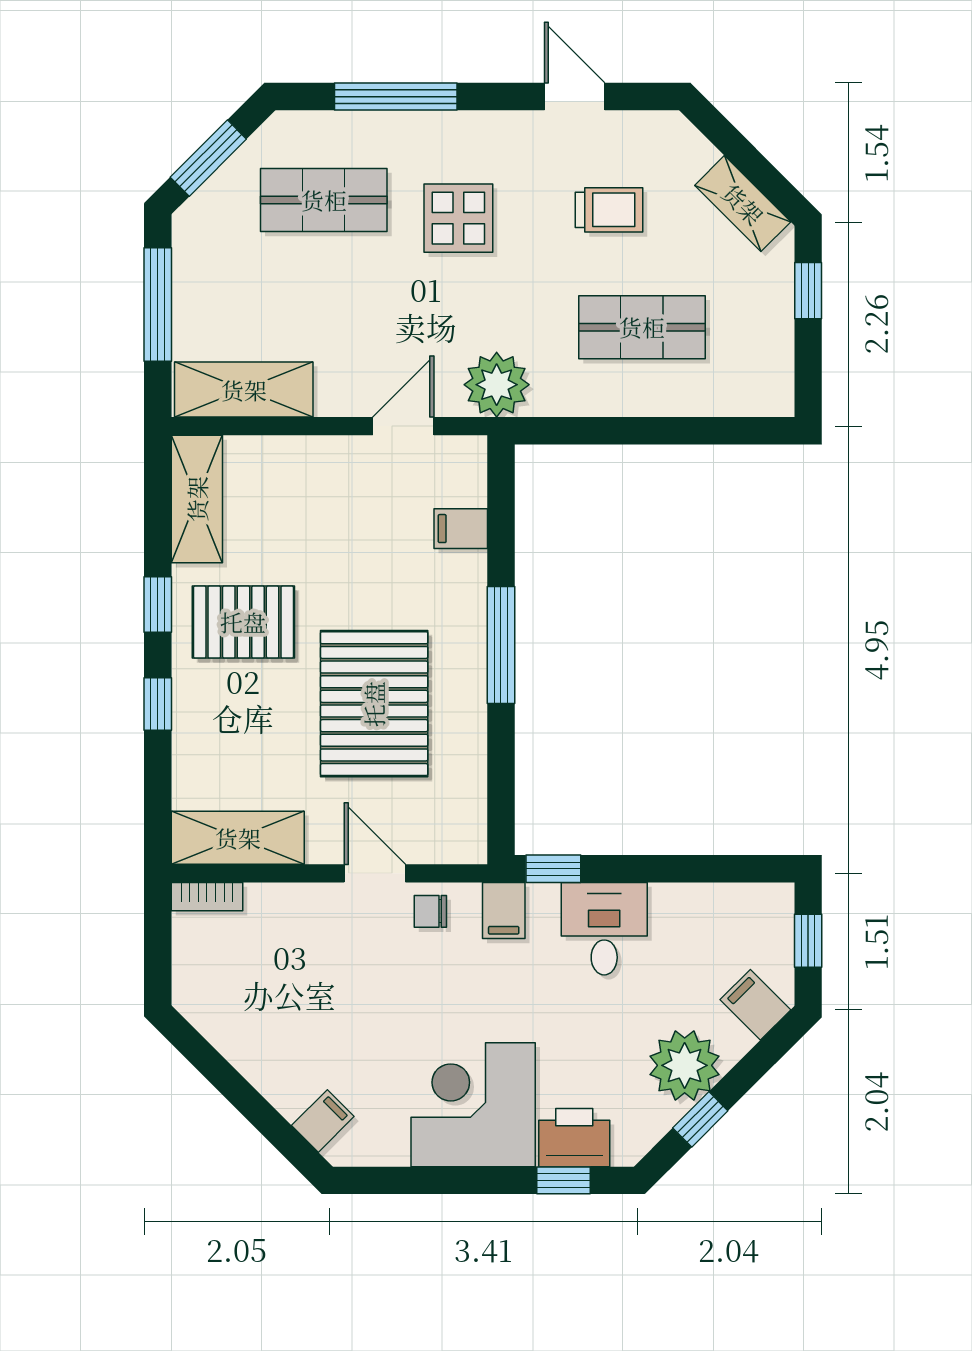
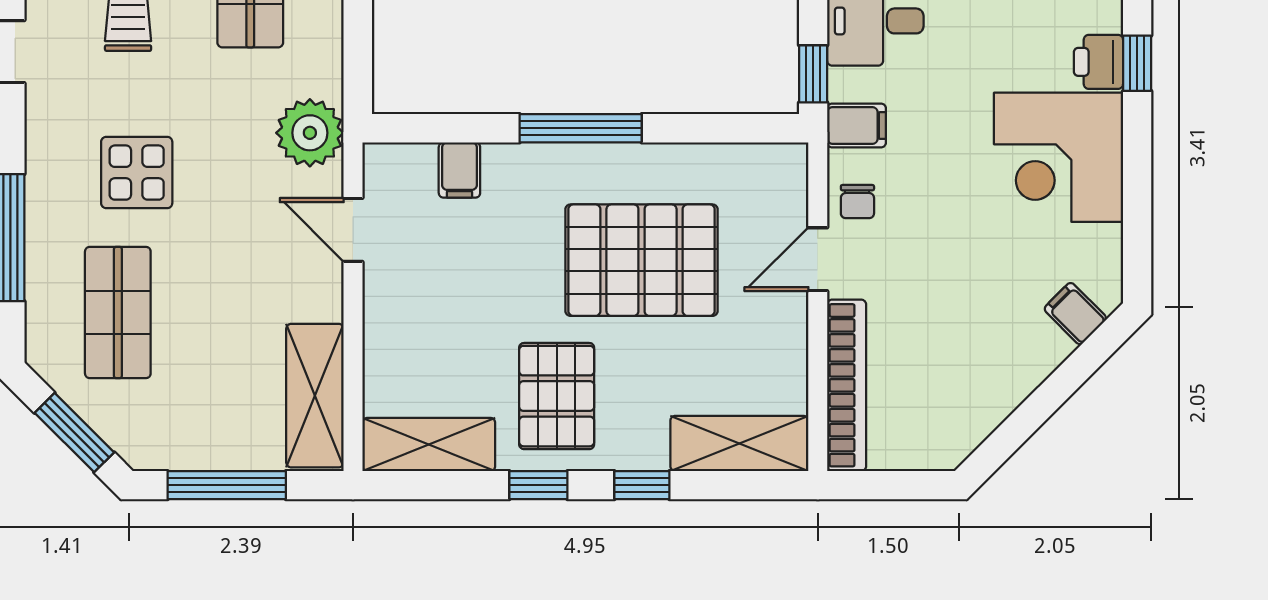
shelving: (238, 838) -> (739, 443), moved, turned 90
bookcase: (207, 897) -> (847, 385), width x2.31, depth x1.31
printer: (574, 1138) -> (1098, 62), width x0.73, depth x0.81

